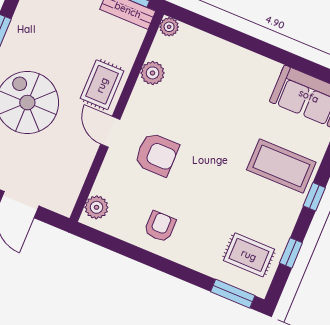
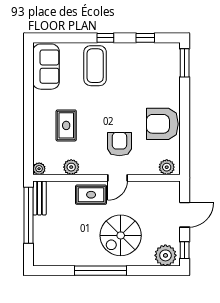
armchair: (160, 227) -> (162, 124), width x1.88, depth x1.88
rug: (249, 255) -> (66, 125), moved

